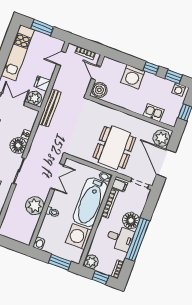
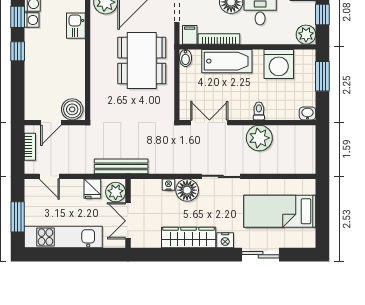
washing machine: (133, 77) -> (32, 20), moved, width x0.53, depth x0.53
dining table: (114, 148) -> (142, 61), turned 90
bathtub: (90, 202) -> (227, 61), width x0.73, depth x0.73

